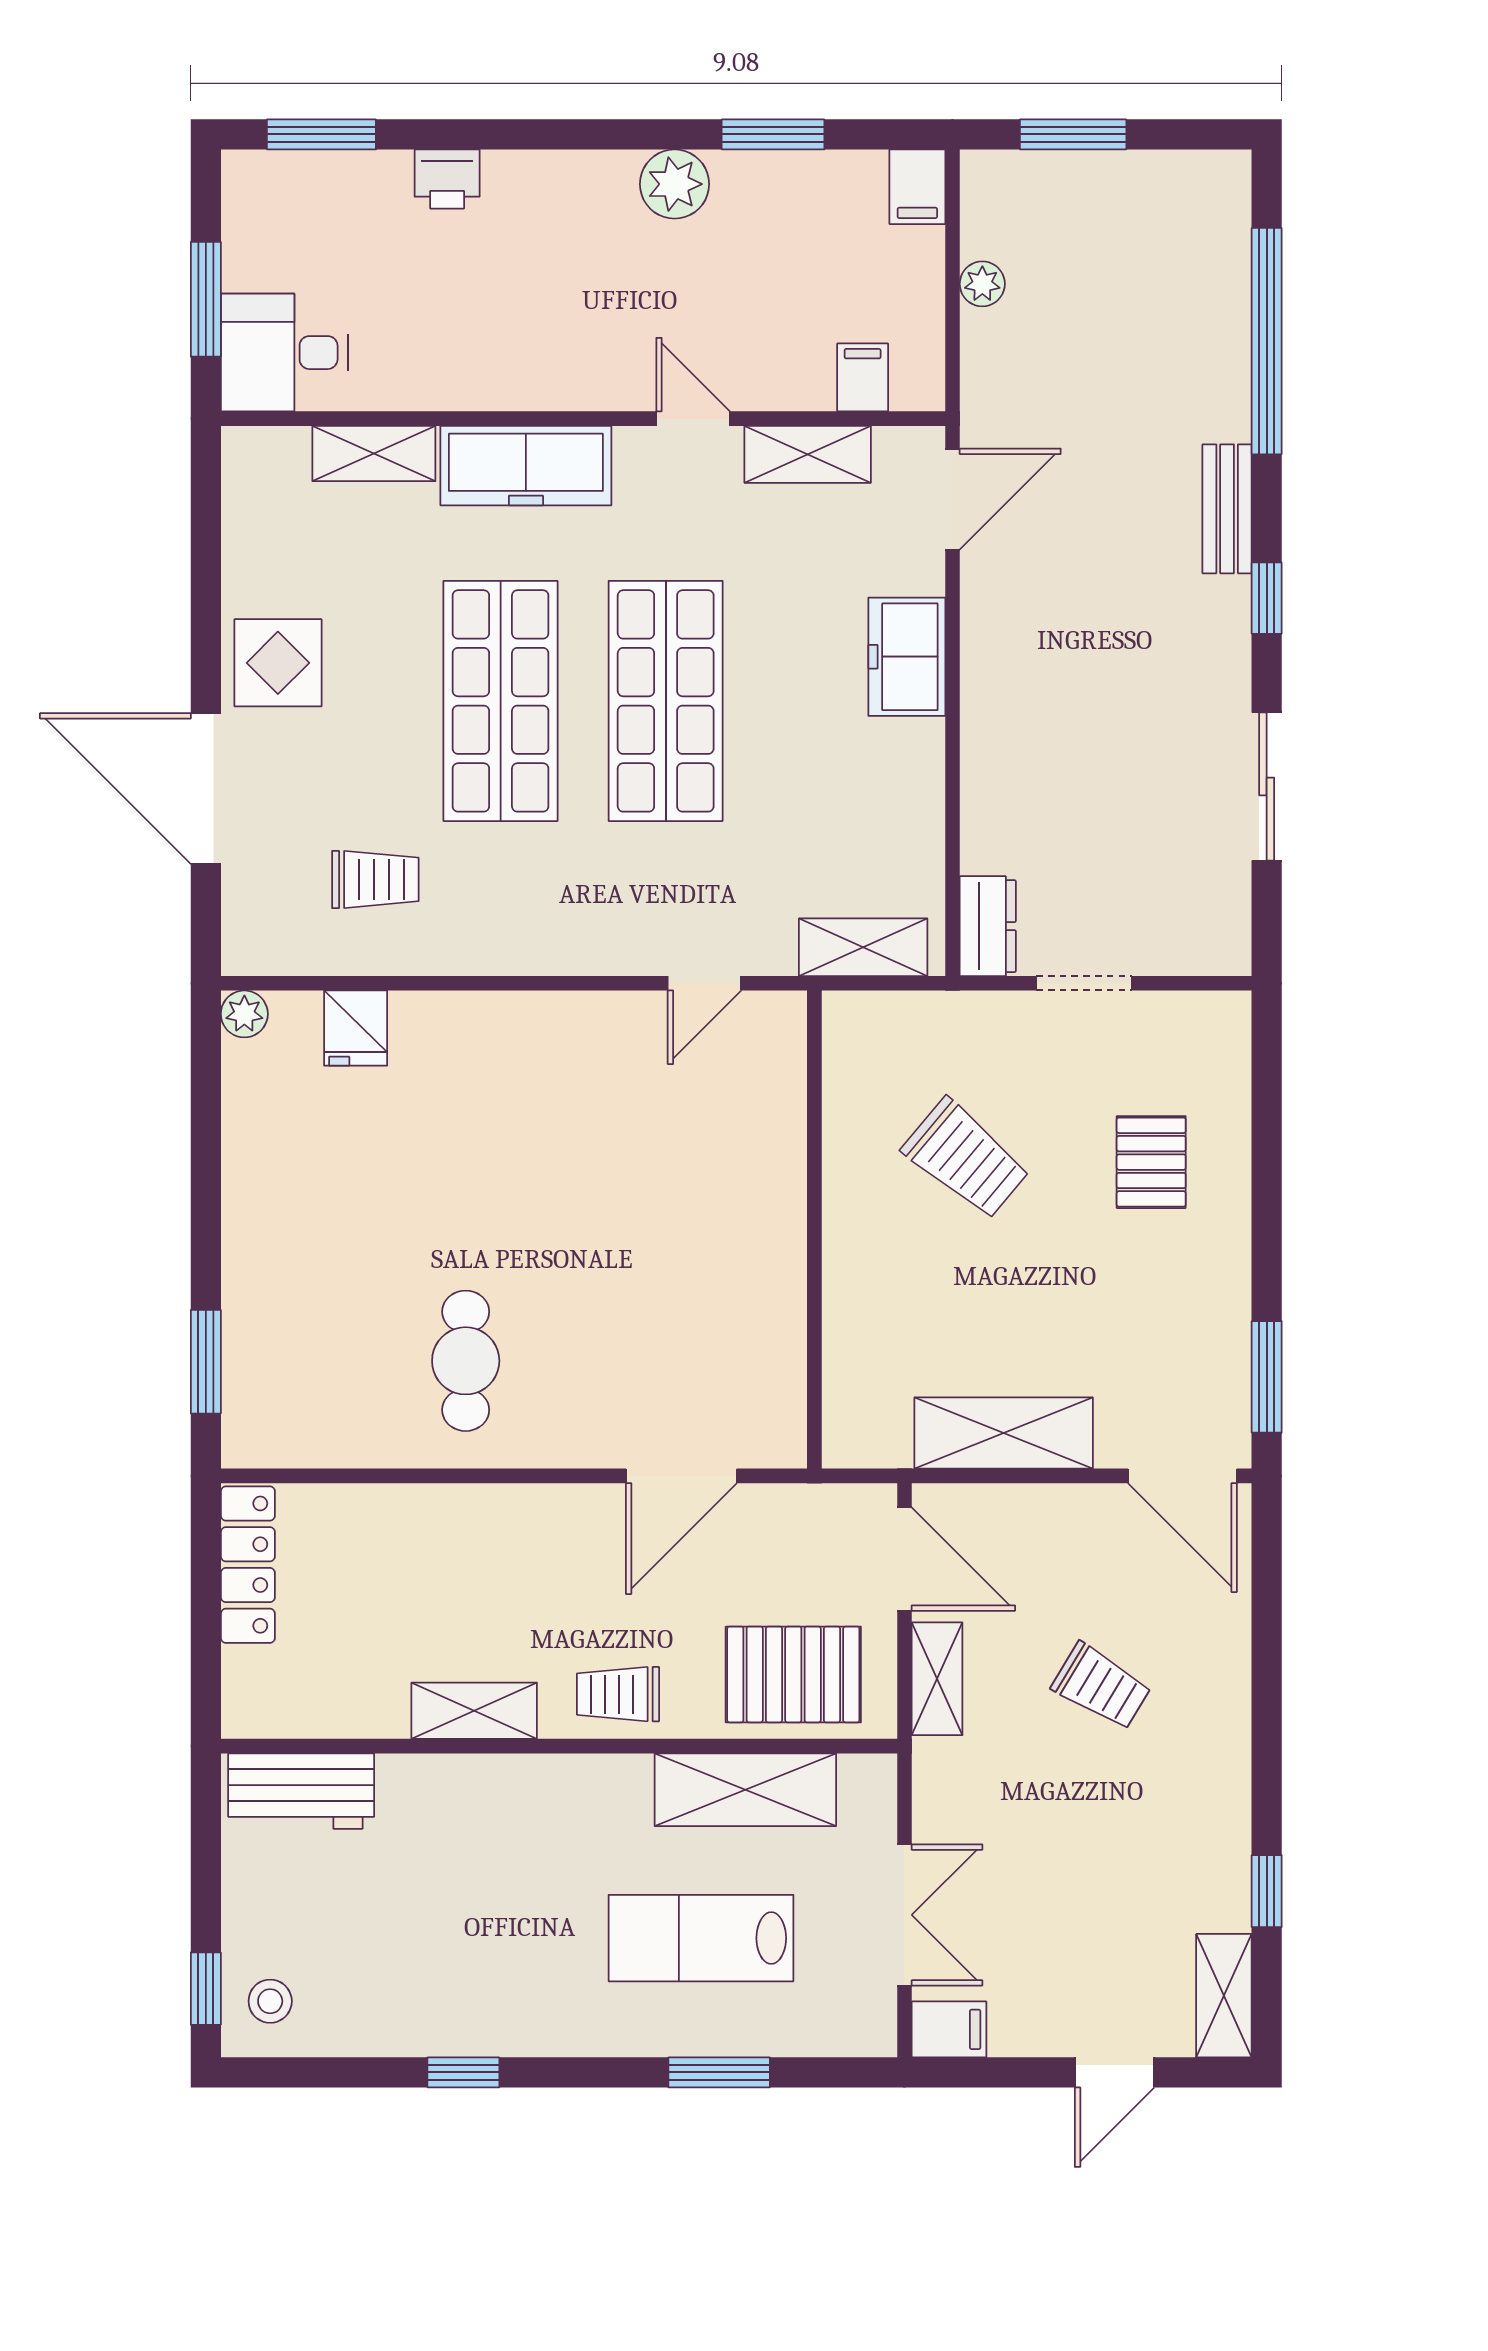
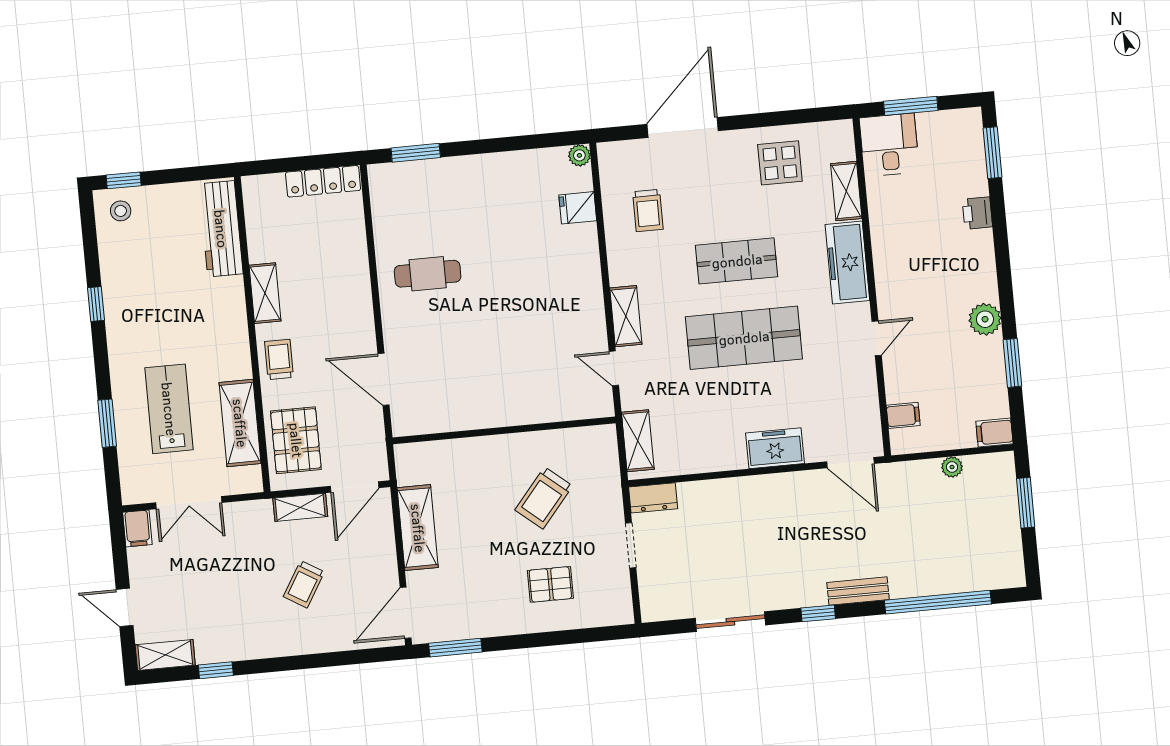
shelving: (808, 454) -> (626, 316), moved
display table: (278, 663) -> (780, 163), moved
shop shelf: (501, 701) -> (737, 261), width x0.70, depth x0.74
workbench: (301, 1791) -> (221, 229), width x1.37

